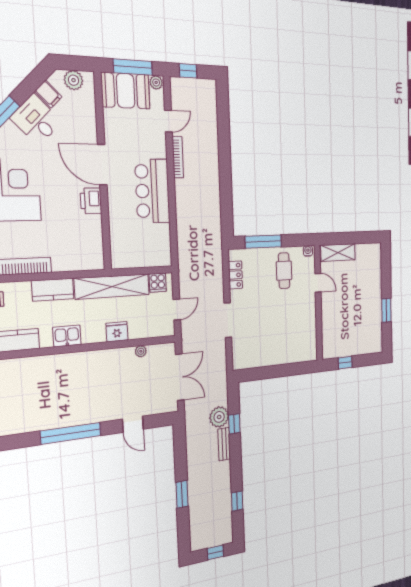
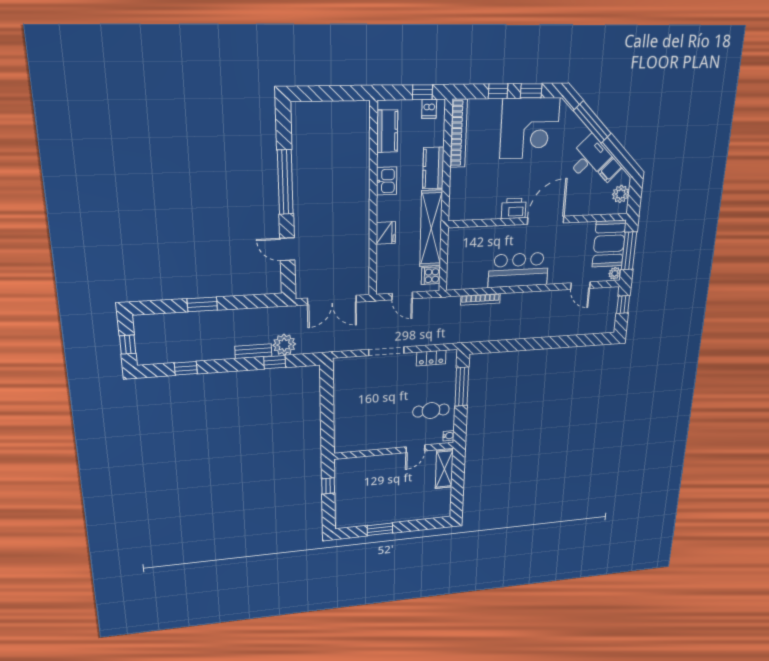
bookcase: (178, 157) -> (480, 299), moved
plant: (141, 351) -> (363, 258), removed
door: (133, 424) -> (287, 249), hinge flipped

